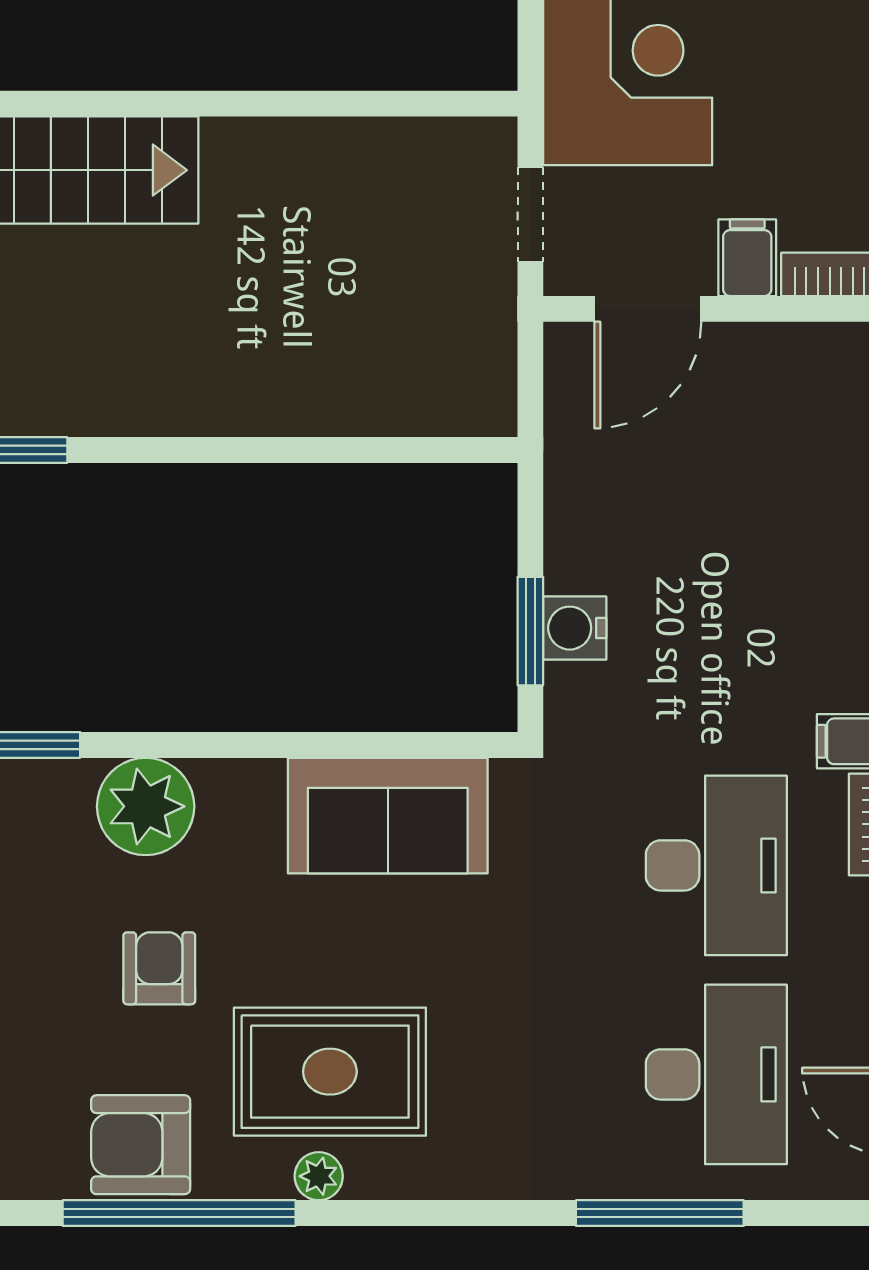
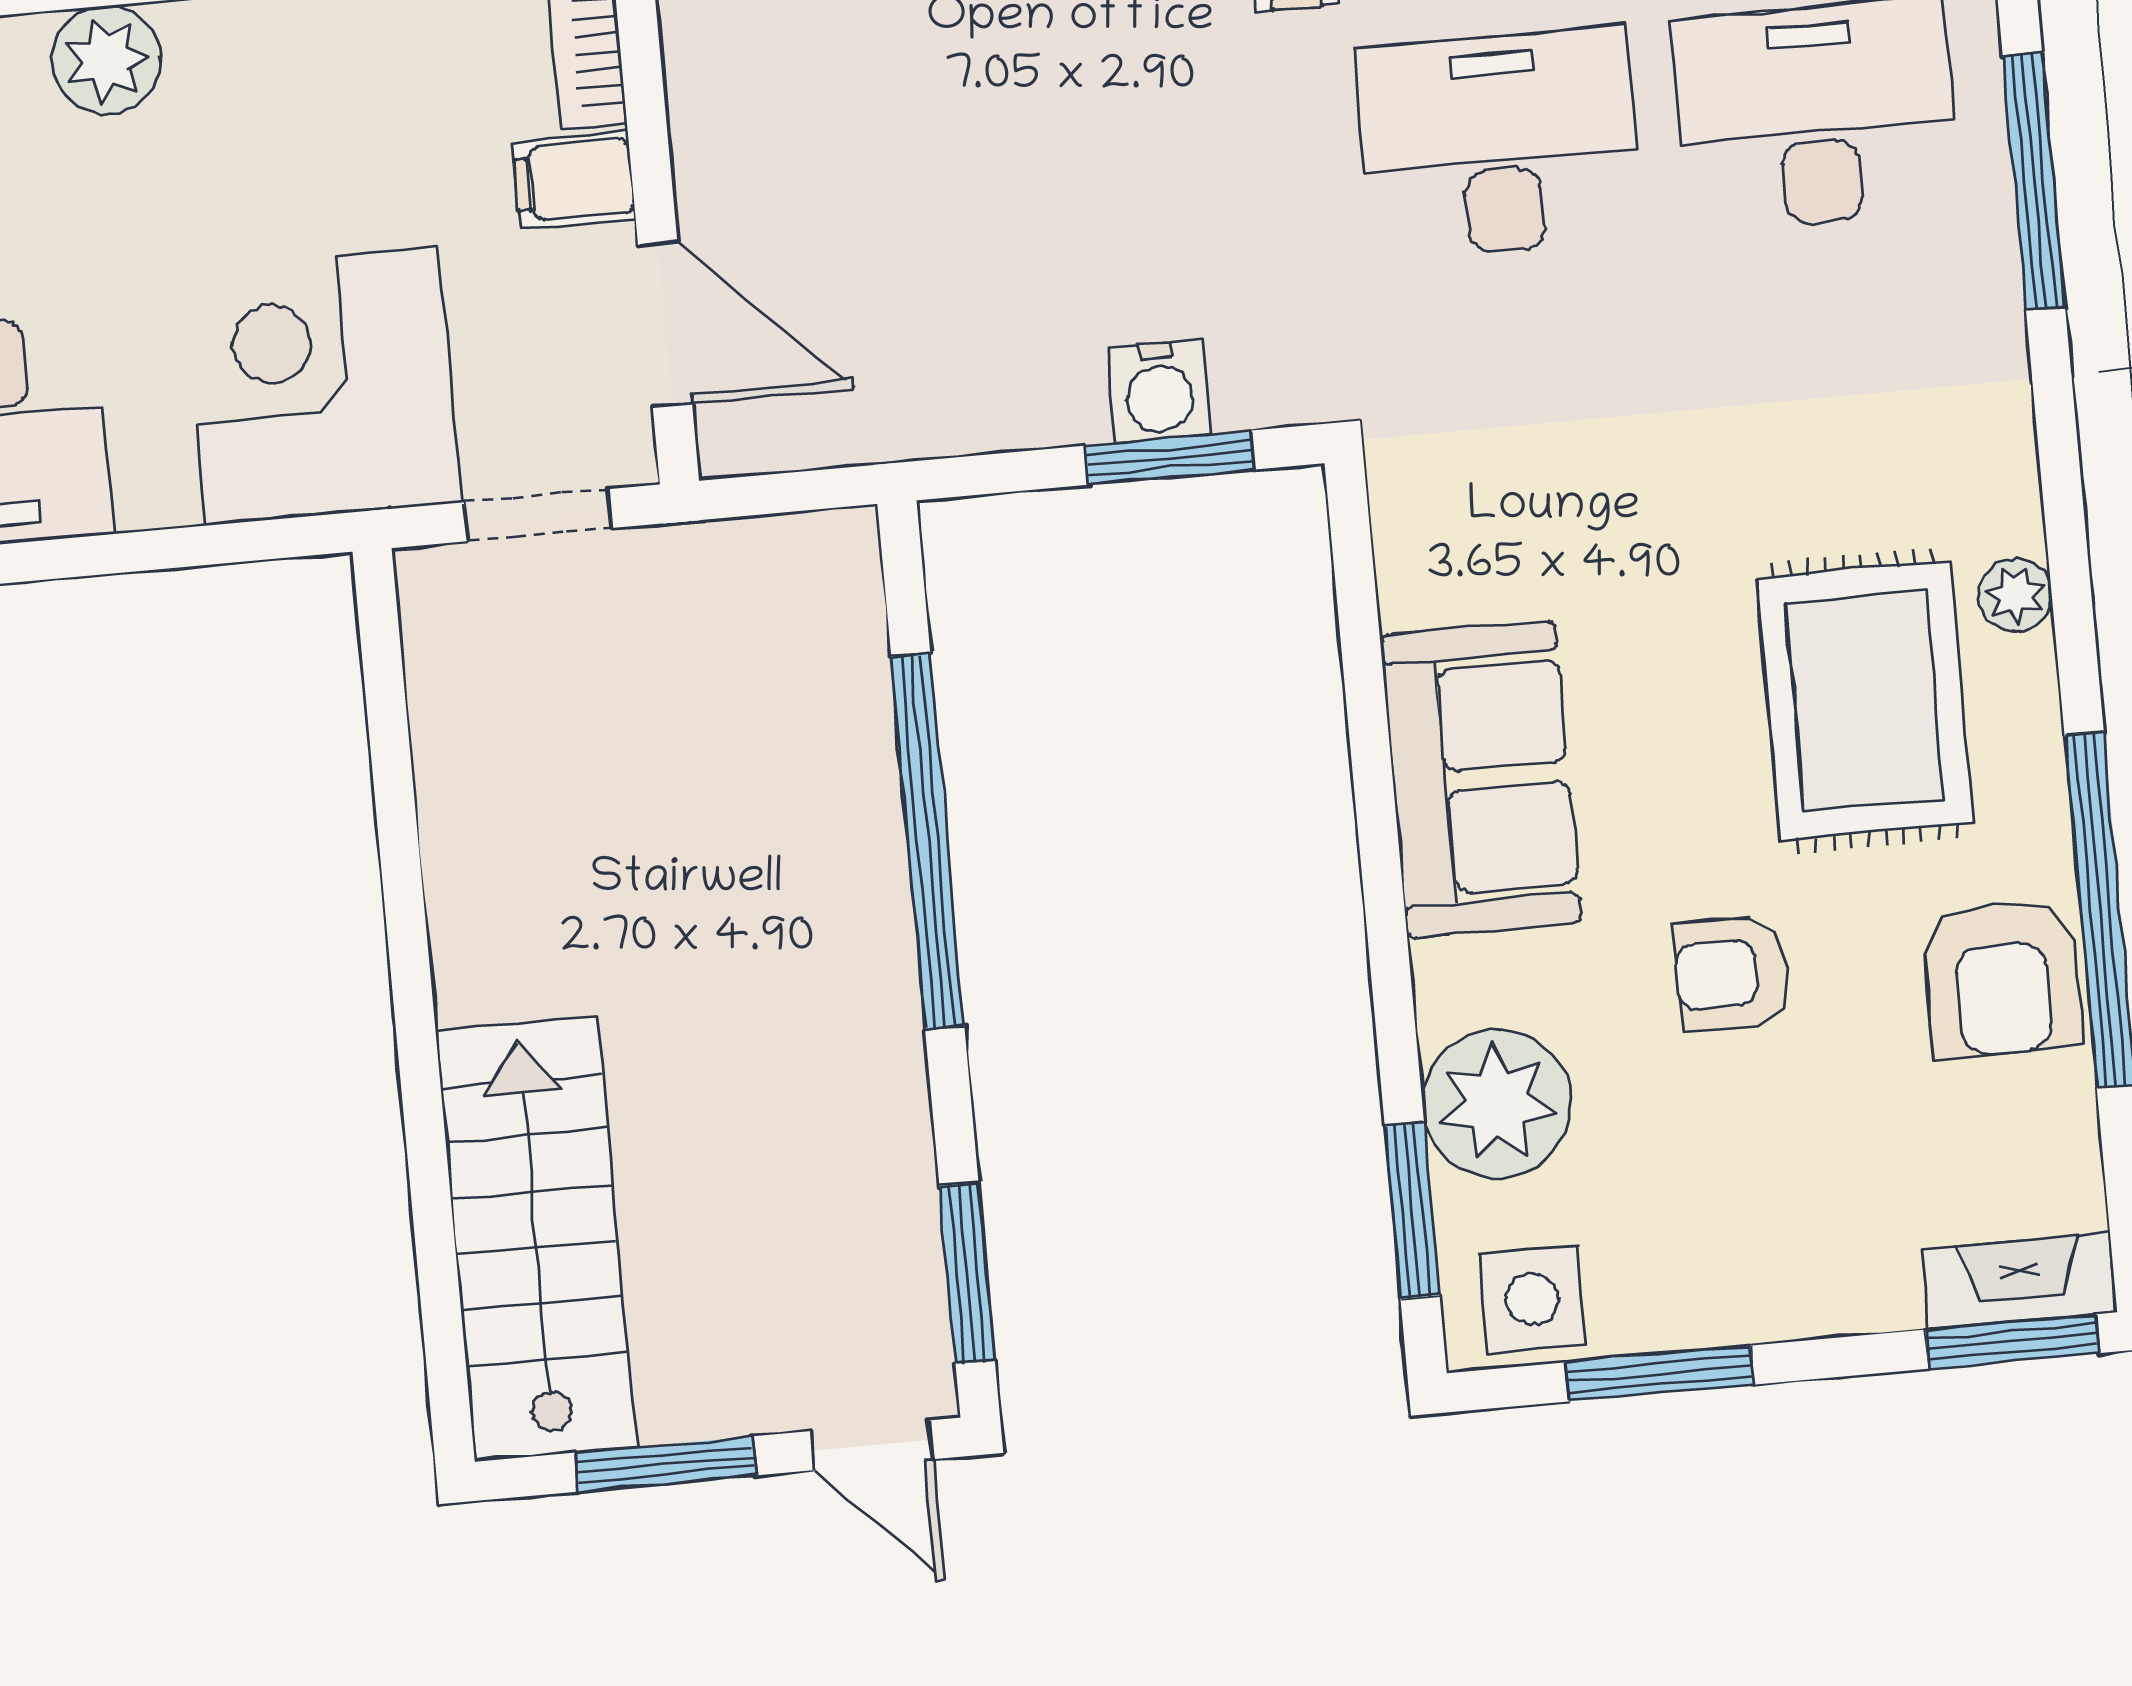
window: (294, 450) -> (928, 841), added
plant: (146, 806) -> (1496, 1104), moved
sofa: (388, 816) -> (1481, 779), moved
plant: (319, 1176) -> (2015, 595), moved

